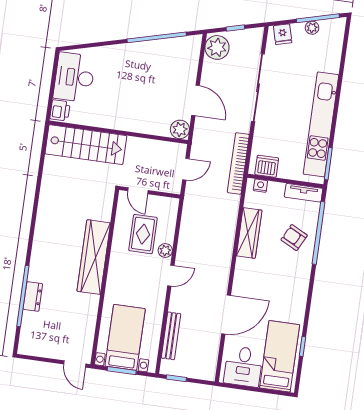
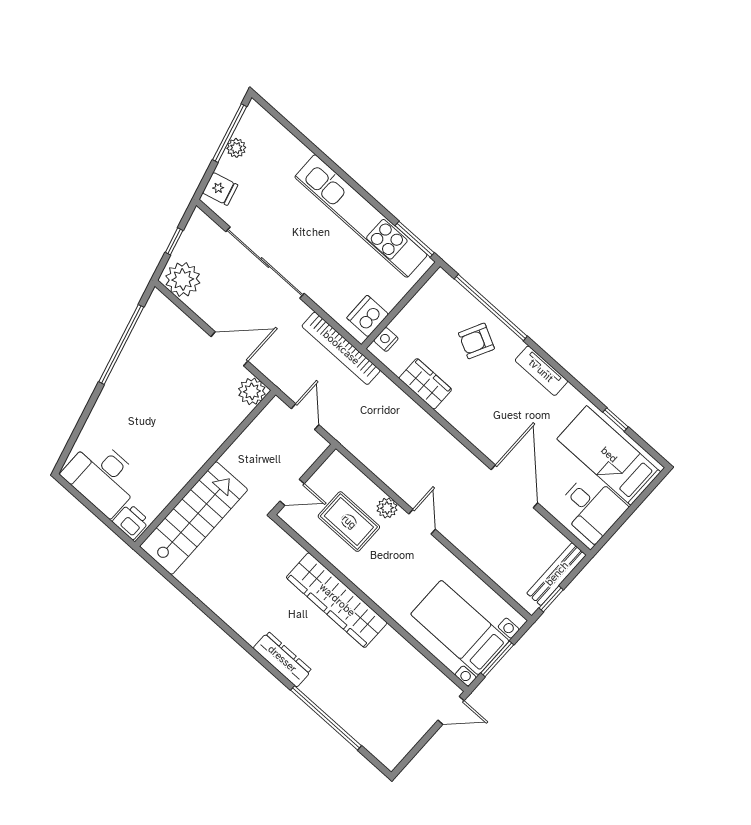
tv unit: (304, 193) -> (541, 371), moved, turned 90
wardrobe: (249, 233) -> (425, 384), width x0.67
dresser: (33, 296) -> (282, 659), moved, width x1.44
bench: (171, 336) -> (557, 574), moved, turned 90

